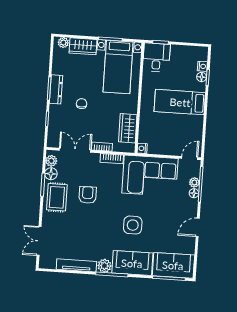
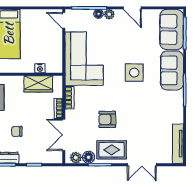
nightstand: (142, 148) -> (40, 68), moved
plant: (194, 182) -> (109, 14), moved
double door: (39, 241) -> (142, 165), moved
tv unit: (76, 265) -> (178, 144), moved
plant: (104, 266) -> (176, 98), removed

